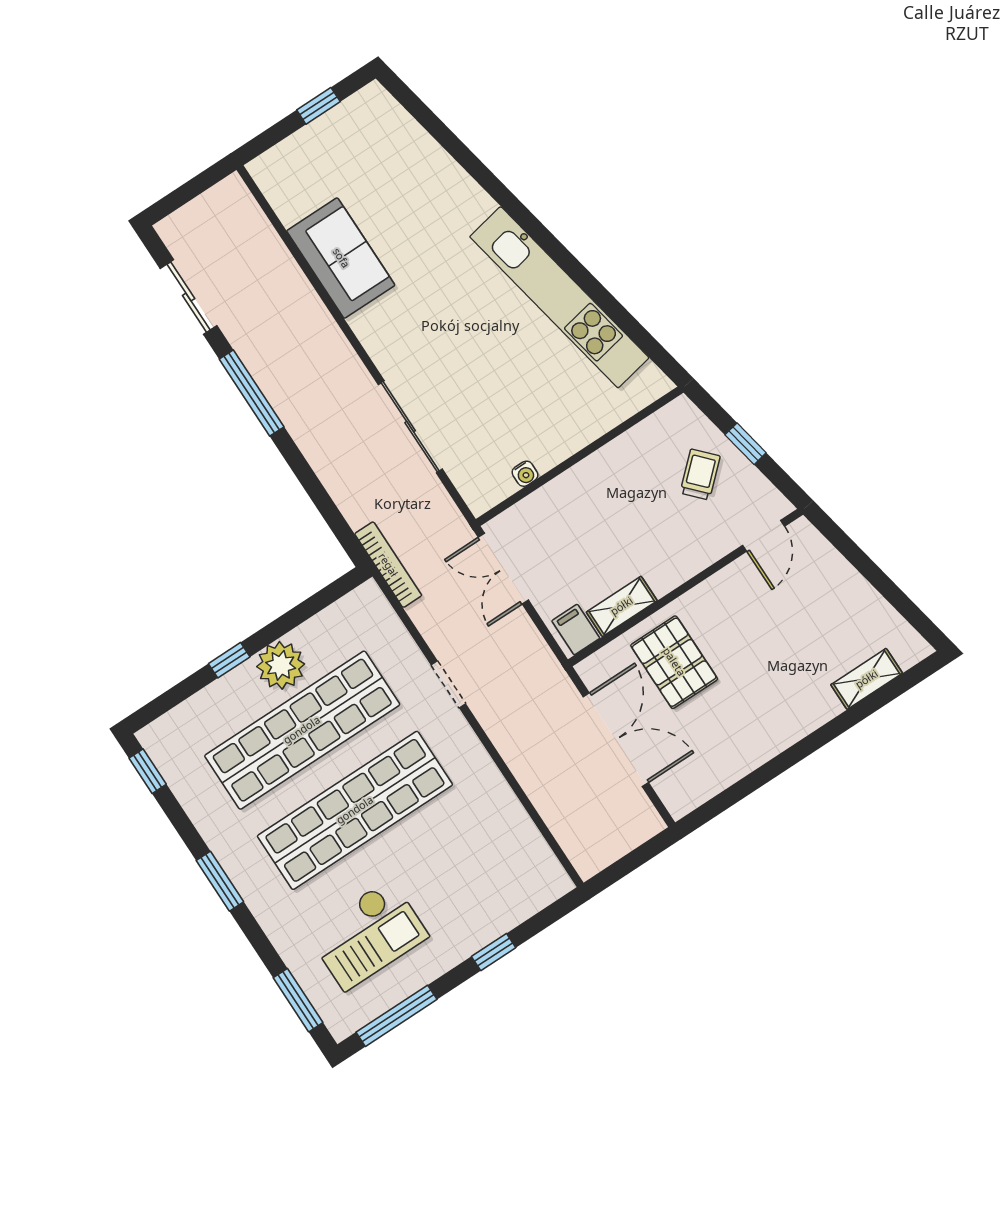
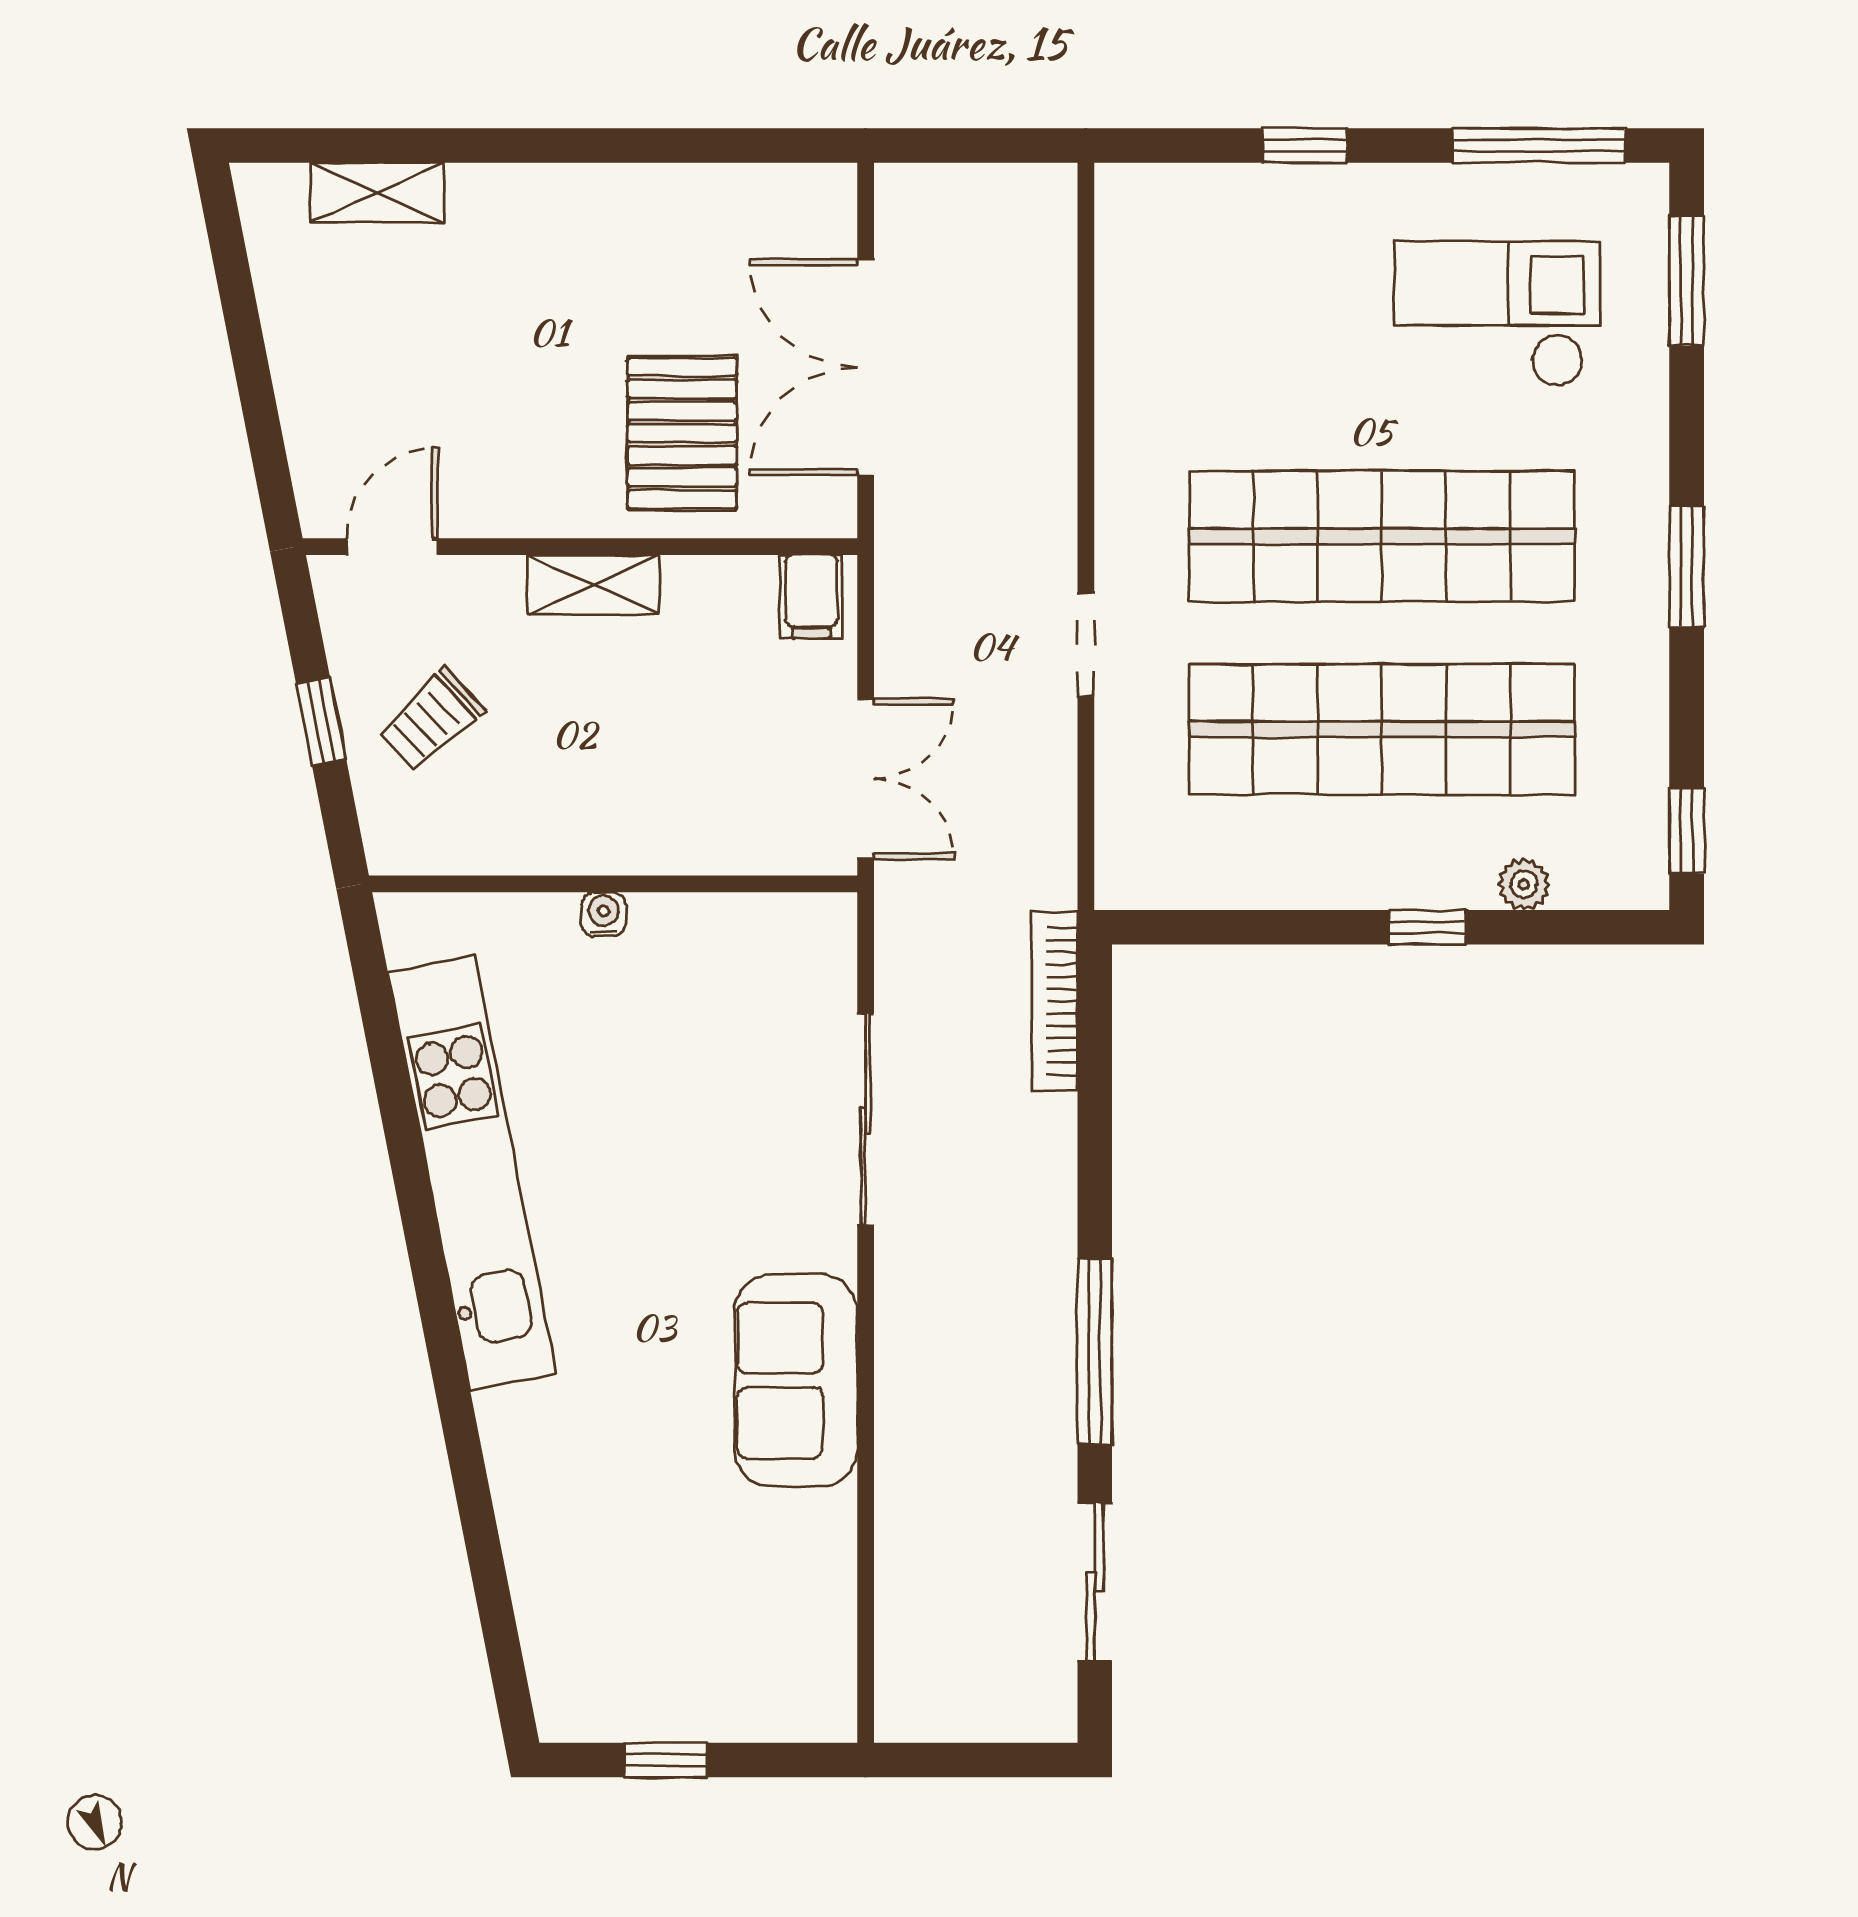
sofa: (341, 258) -> (796, 1381), moved
water cooler: (525, 474) -> (604, 914), moved
bookcase: (388, 565) -> (1055, 1001), moved
shelving: (622, 606) -> (593, 585), moved
plant: (281, 665) -> (1524, 884), moved, width x0.53, depth x0.53

